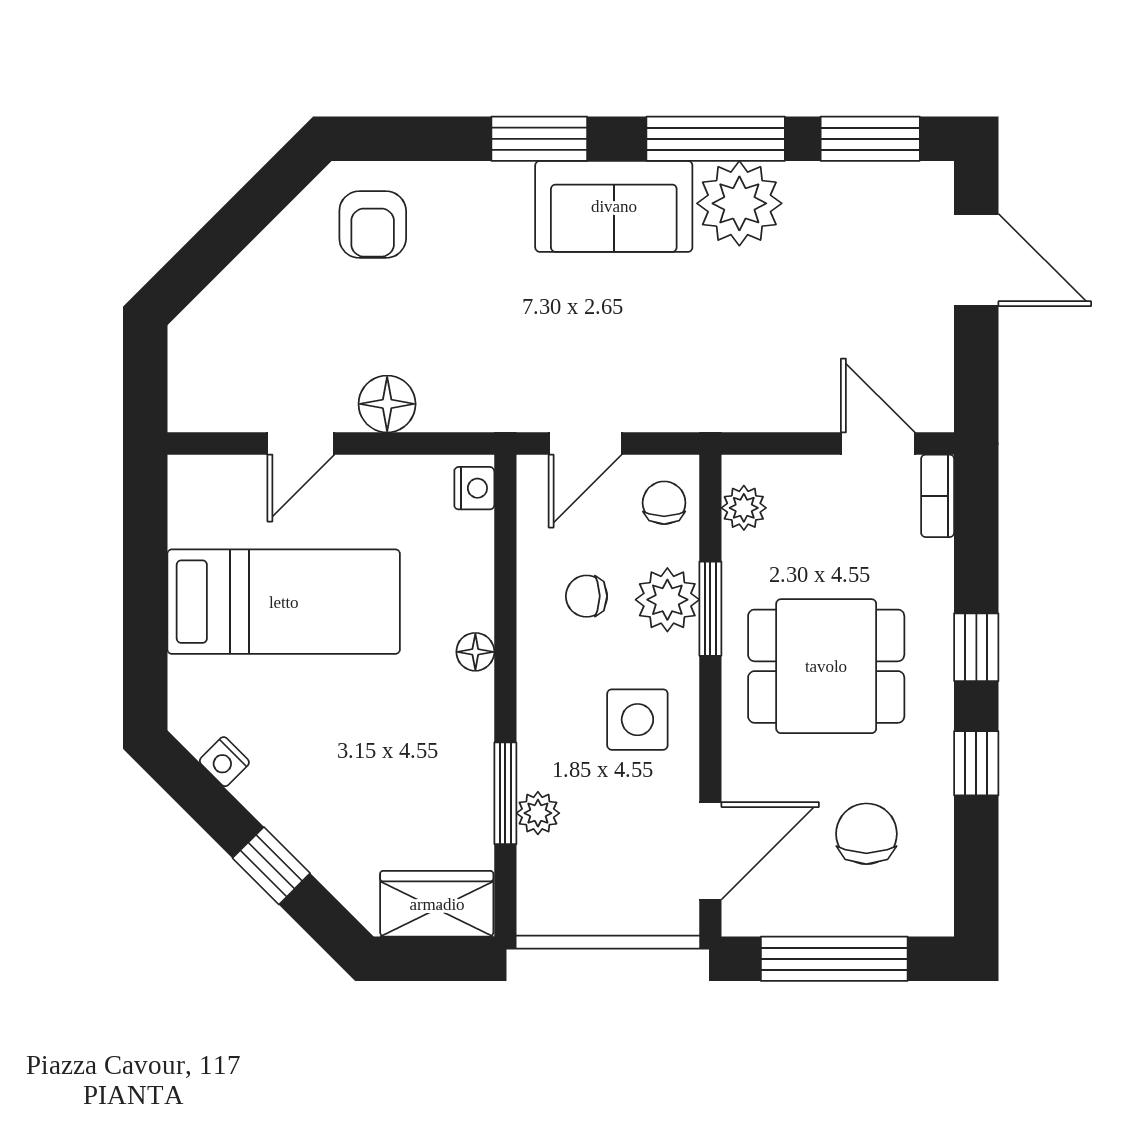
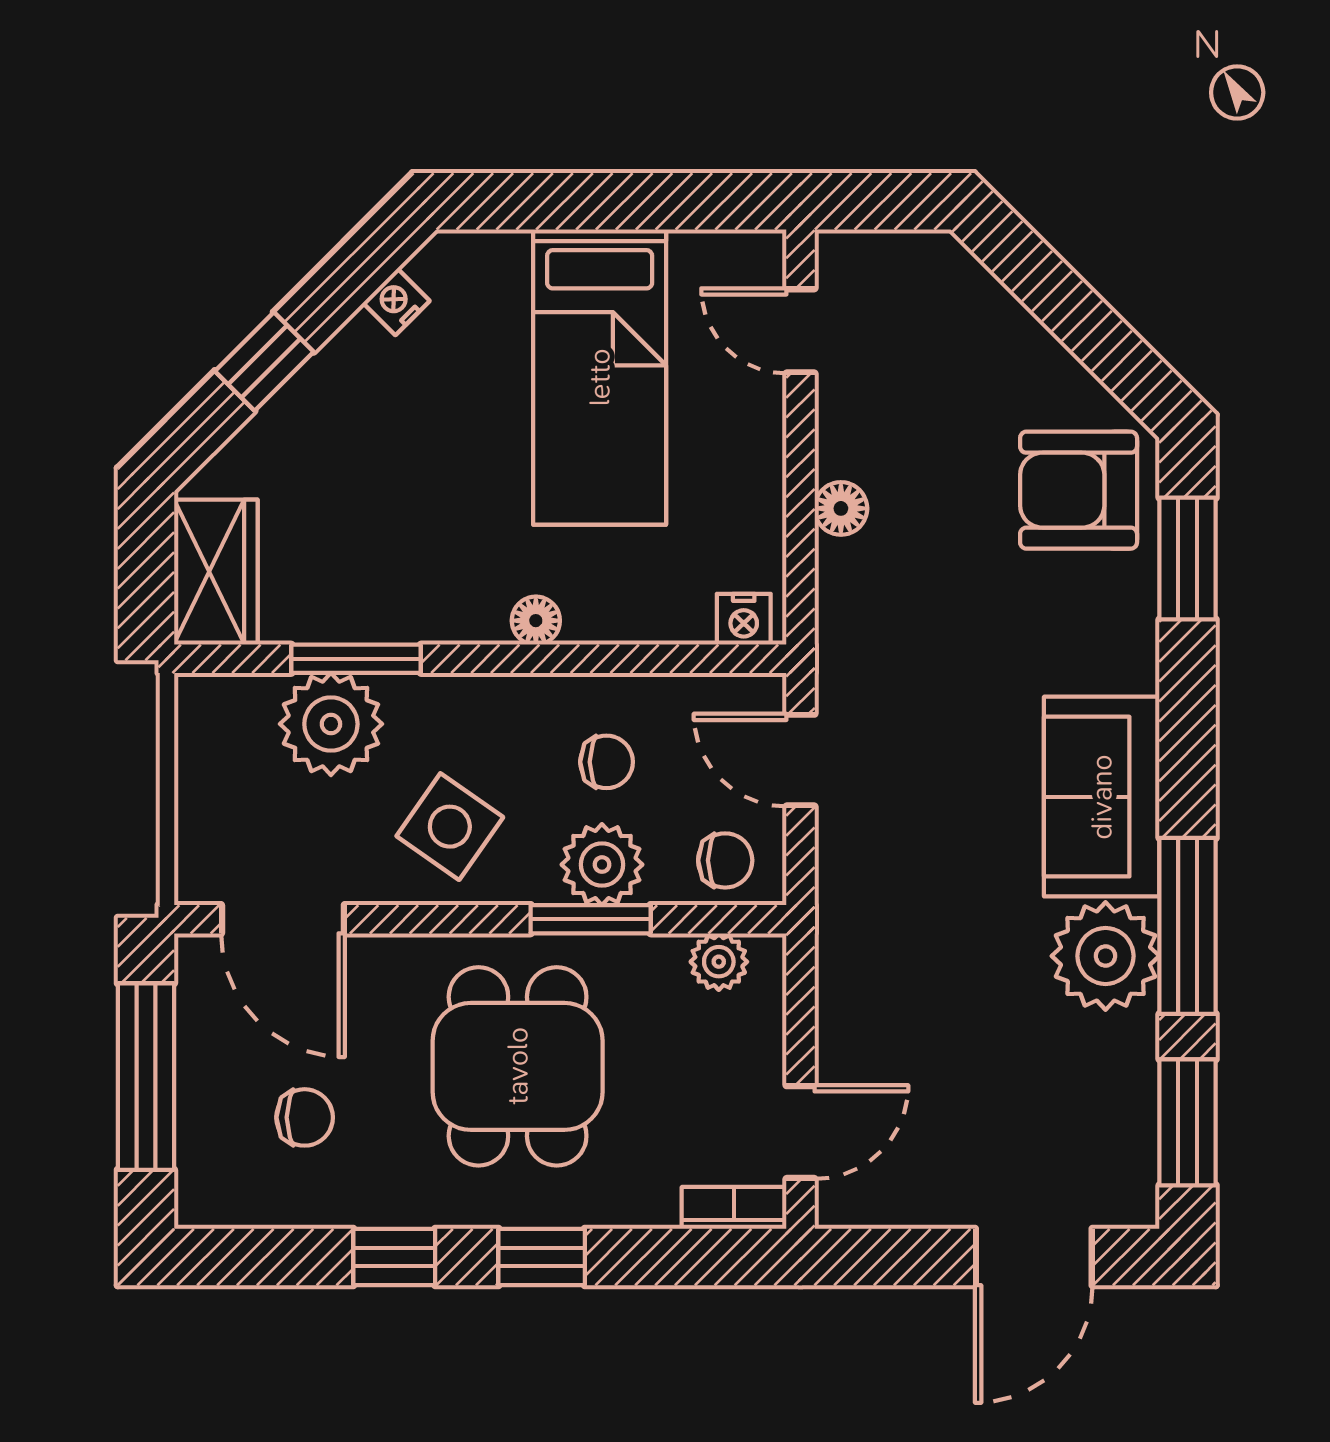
window: (539, 139) -> (1188, 559), moved
armchair: (373, 225) -> (1079, 490), width x1.38, depth x1.38
floor lamp: (387, 404) -> (841, 508), width x0.73, depth x0.73
door: (301, 443) -> (800, 331), moved
chair: (587, 596) -> (607, 762), turned 90
side table: (637, 720) -> (450, 827), turned 35
plant: (538, 813) -> (331, 724), width x1.88, depth x1.88
chair: (866, 834) -> (305, 1117), width x0.73, depth x0.73

